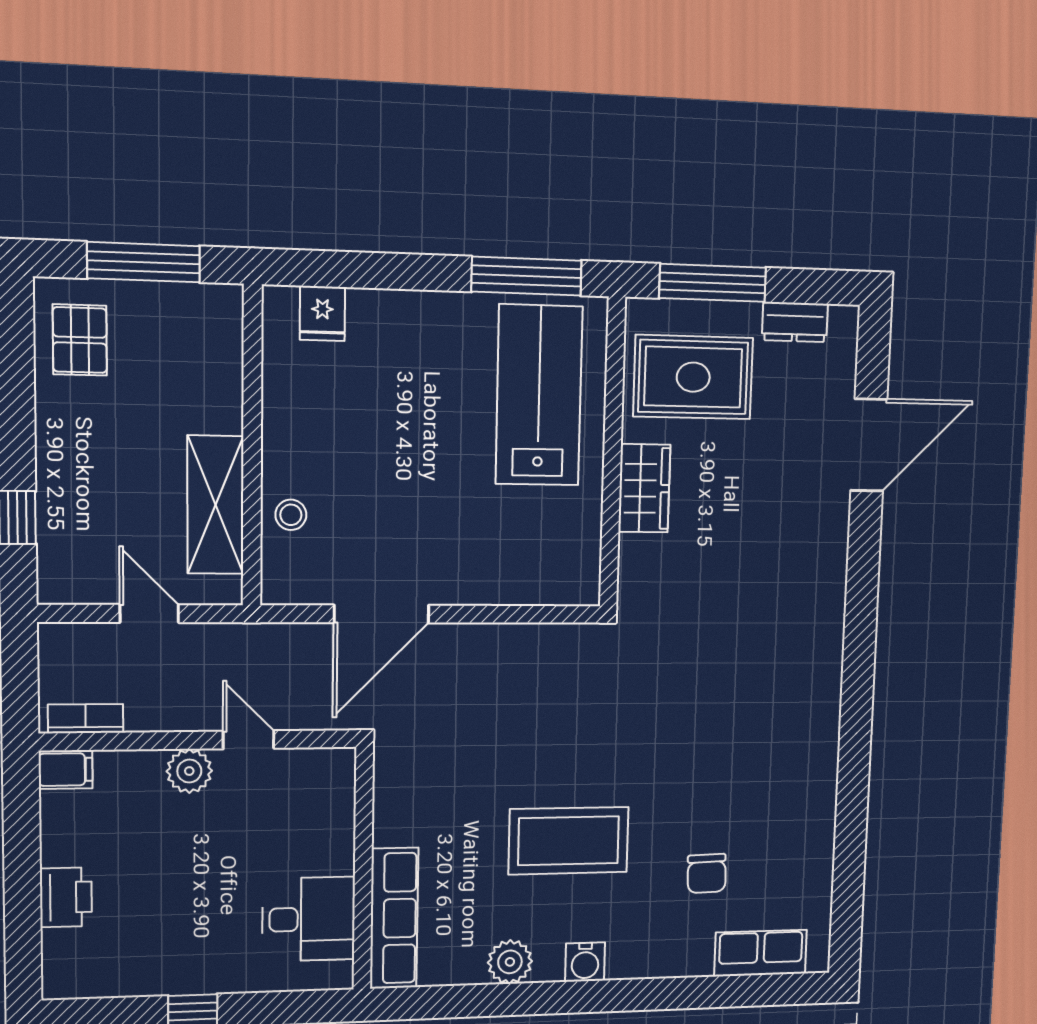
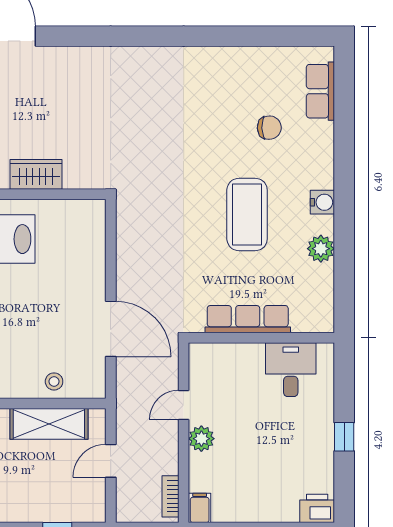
printer: (66, 897) -> (317, 508), moved
row of seats: (394, 918) -> (248, 319), moved

